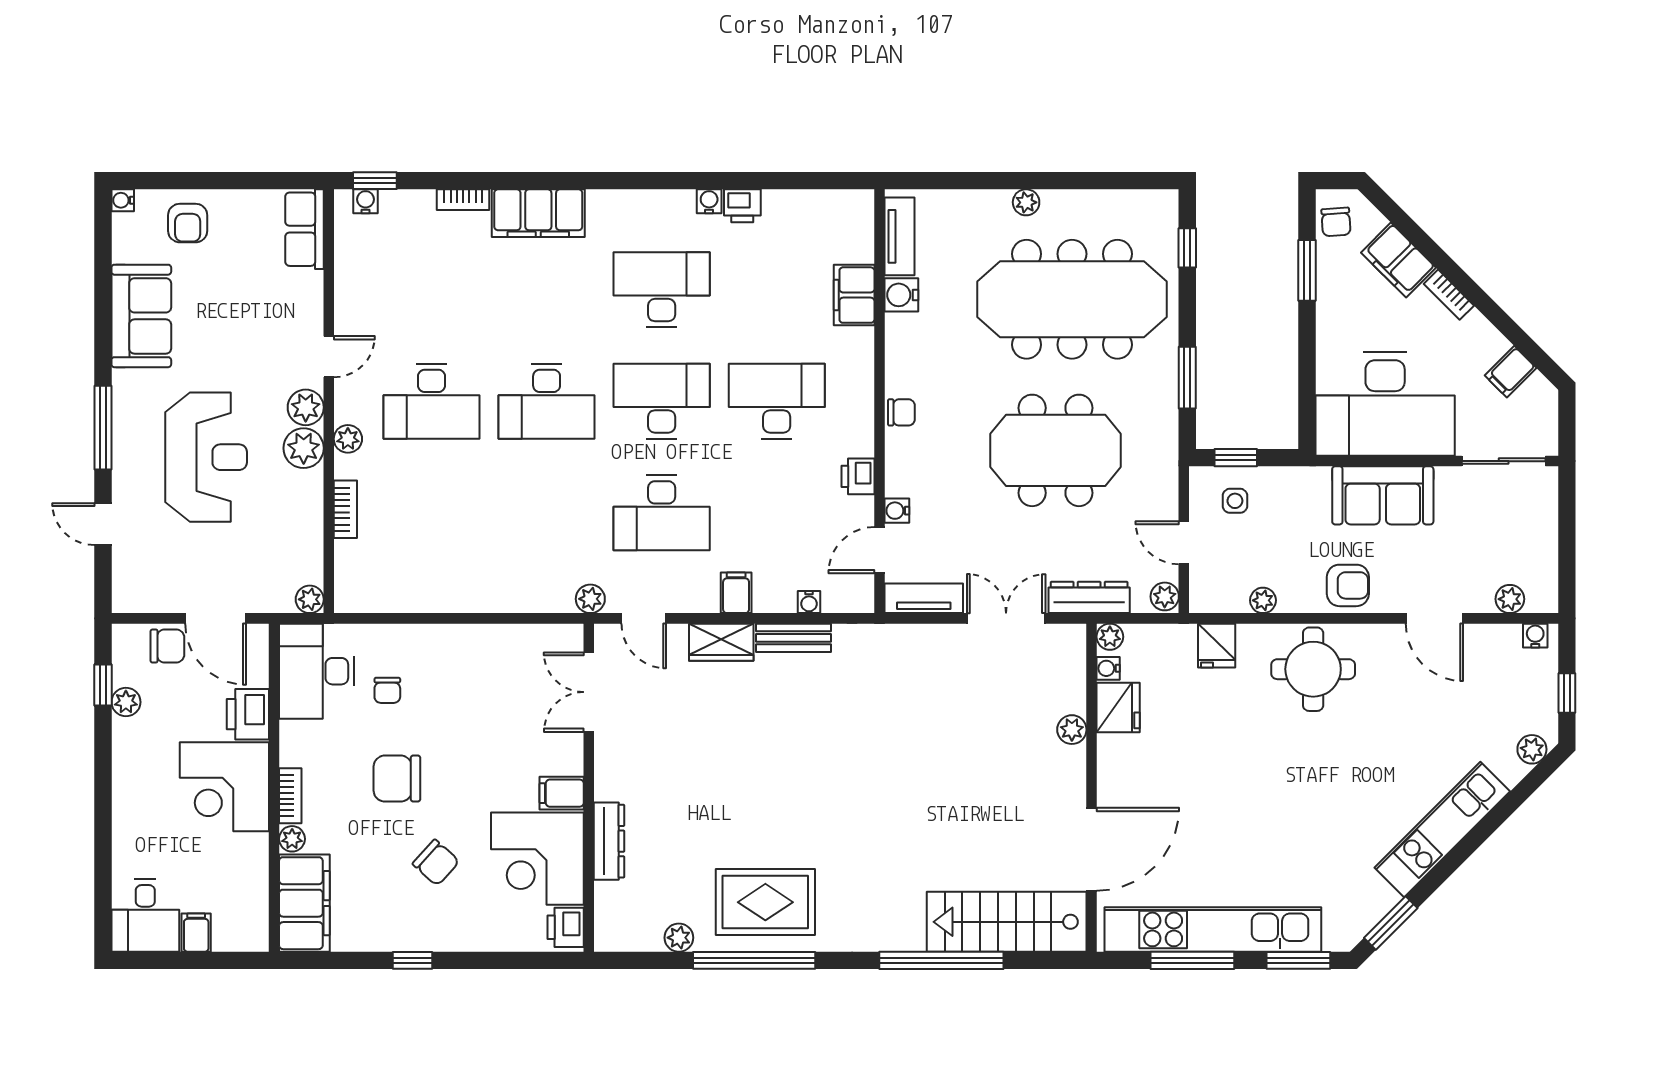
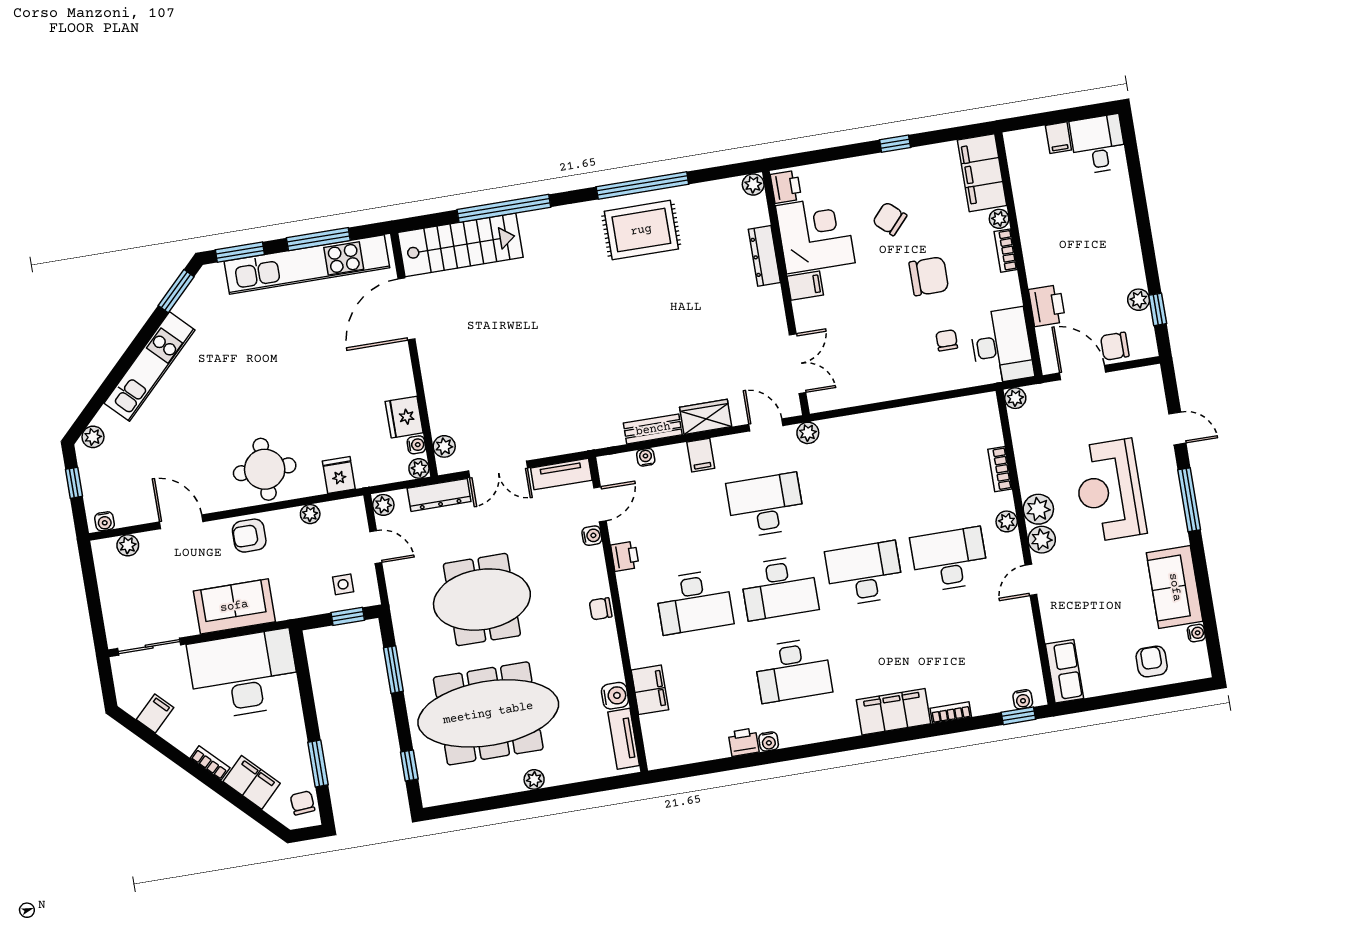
water cooler: (123, 200) -> (1196, 633), moved
plant: (1072, 730) -> (444, 446), moved
corner desk: (224, 787) -> (1055, 249), removed
plant: (679, 938) -> (753, 184), moved

